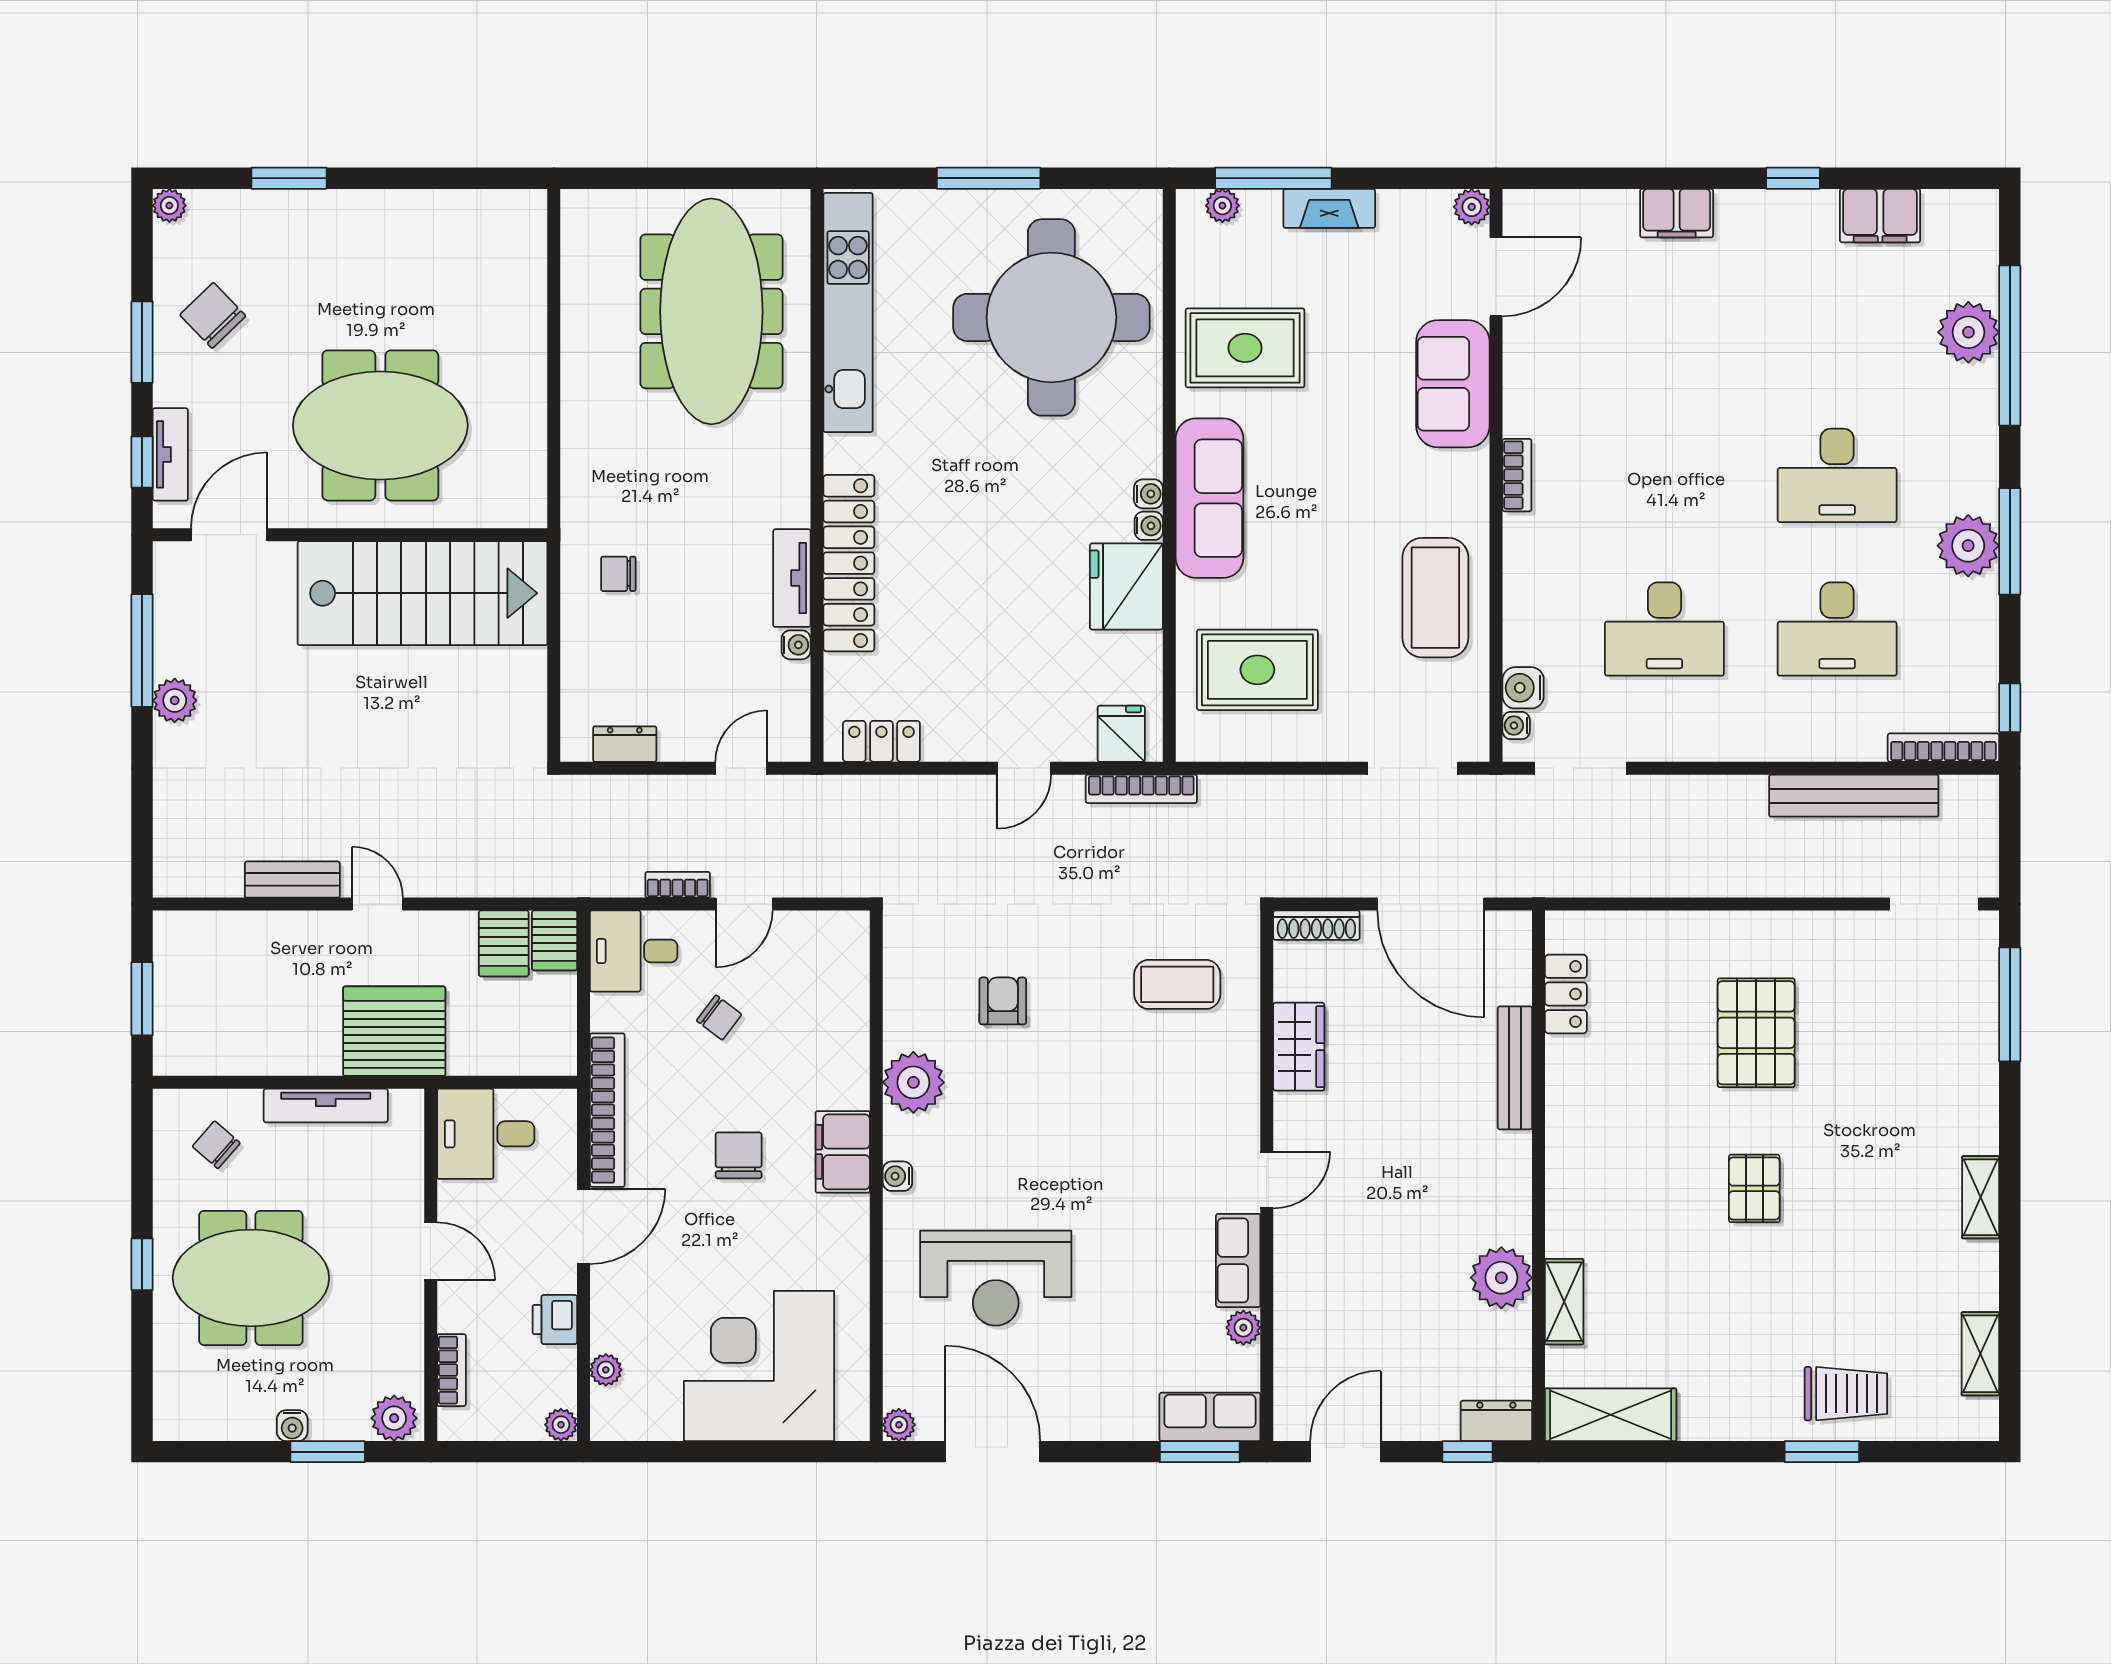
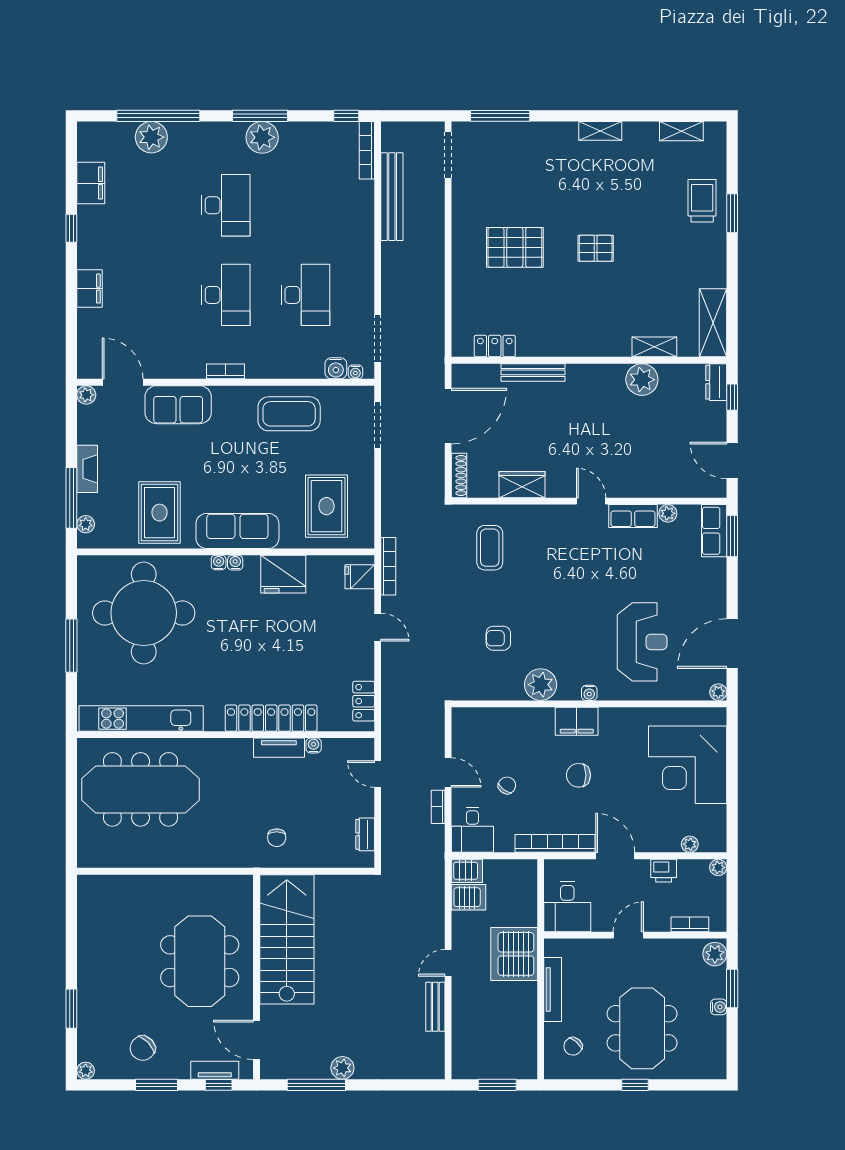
water cooler: (1149, 526) -> (219, 562), moved
desk: (1837, 629) -> (226, 295), moved

